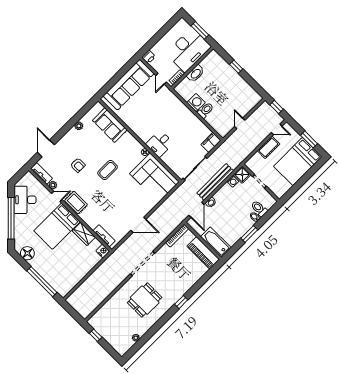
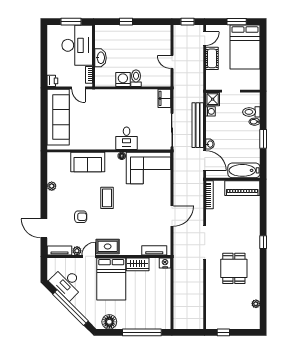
sofa: (110, 125) -> (88, 162), moved

